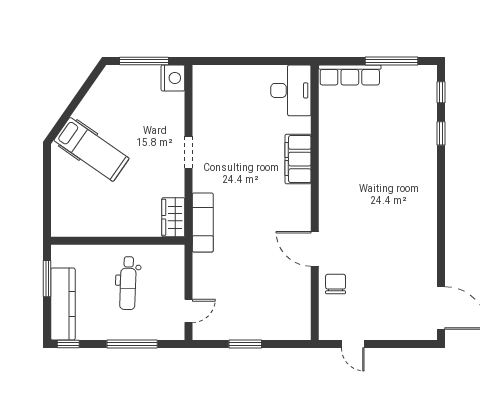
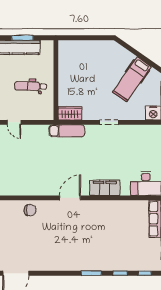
hospital bed: (91, 149) -> (132, 79), moved
window: (441, 182) -> (91, 273), added
door: (315, 249) -> (70, 198), moved
window: (47, 279) -> (22, 38), moved

